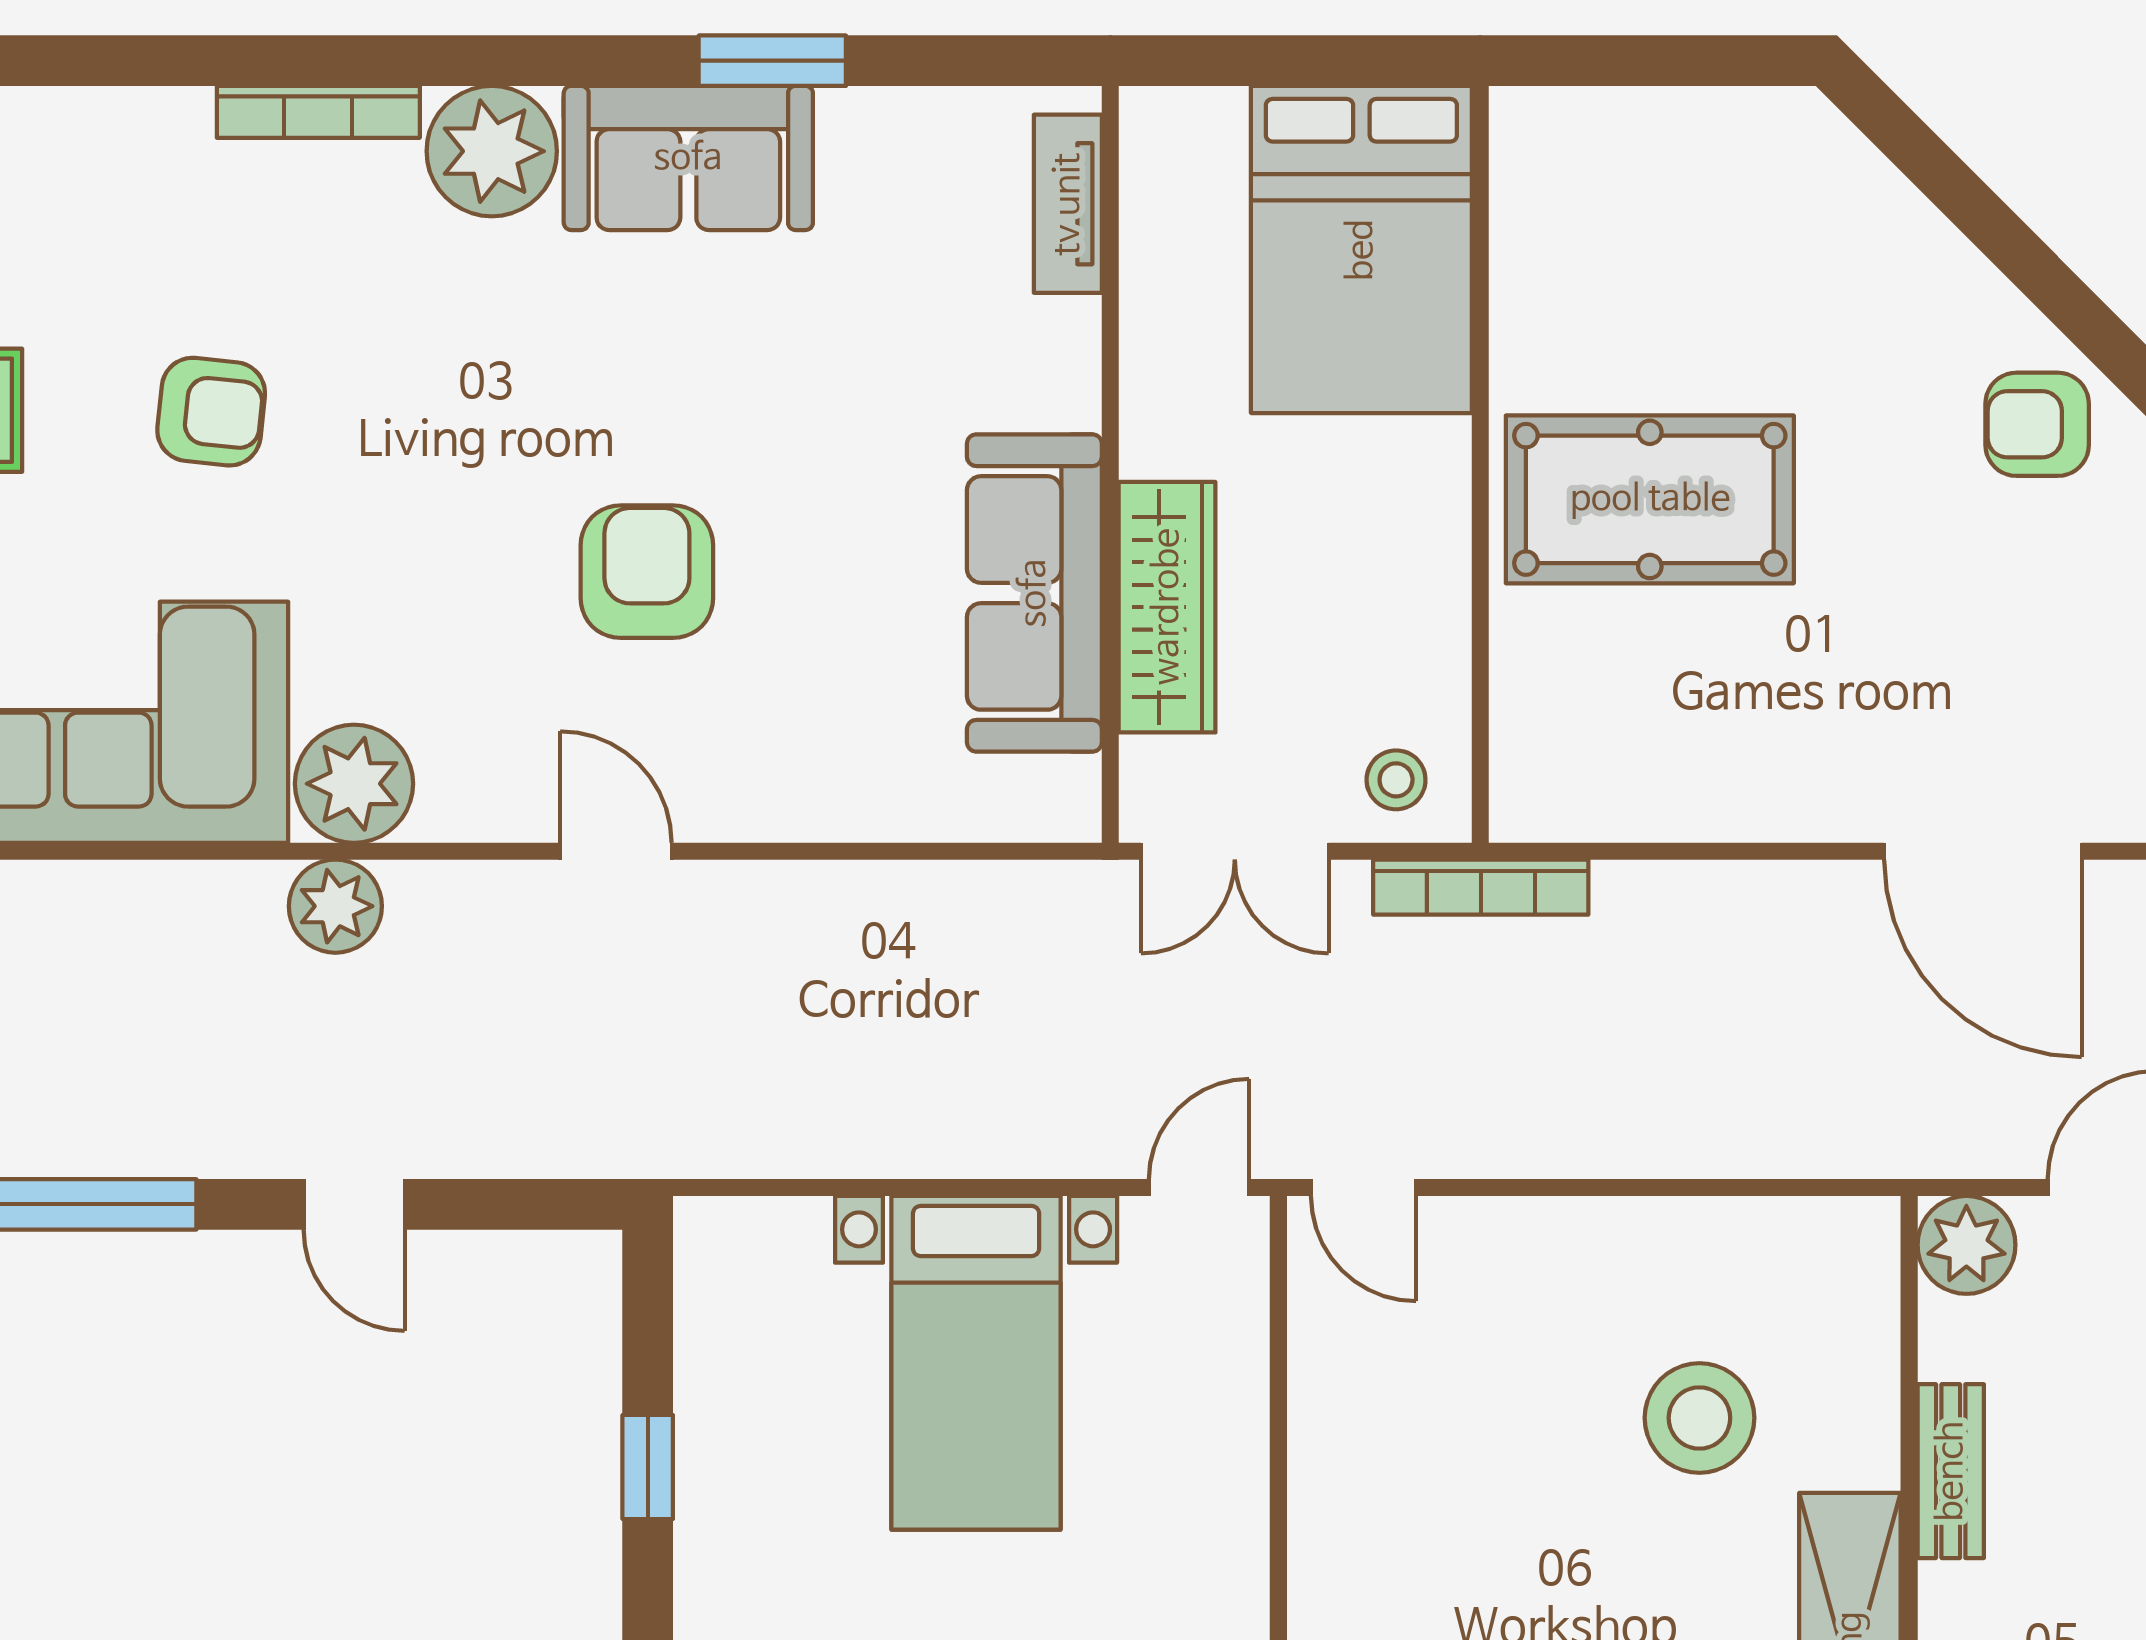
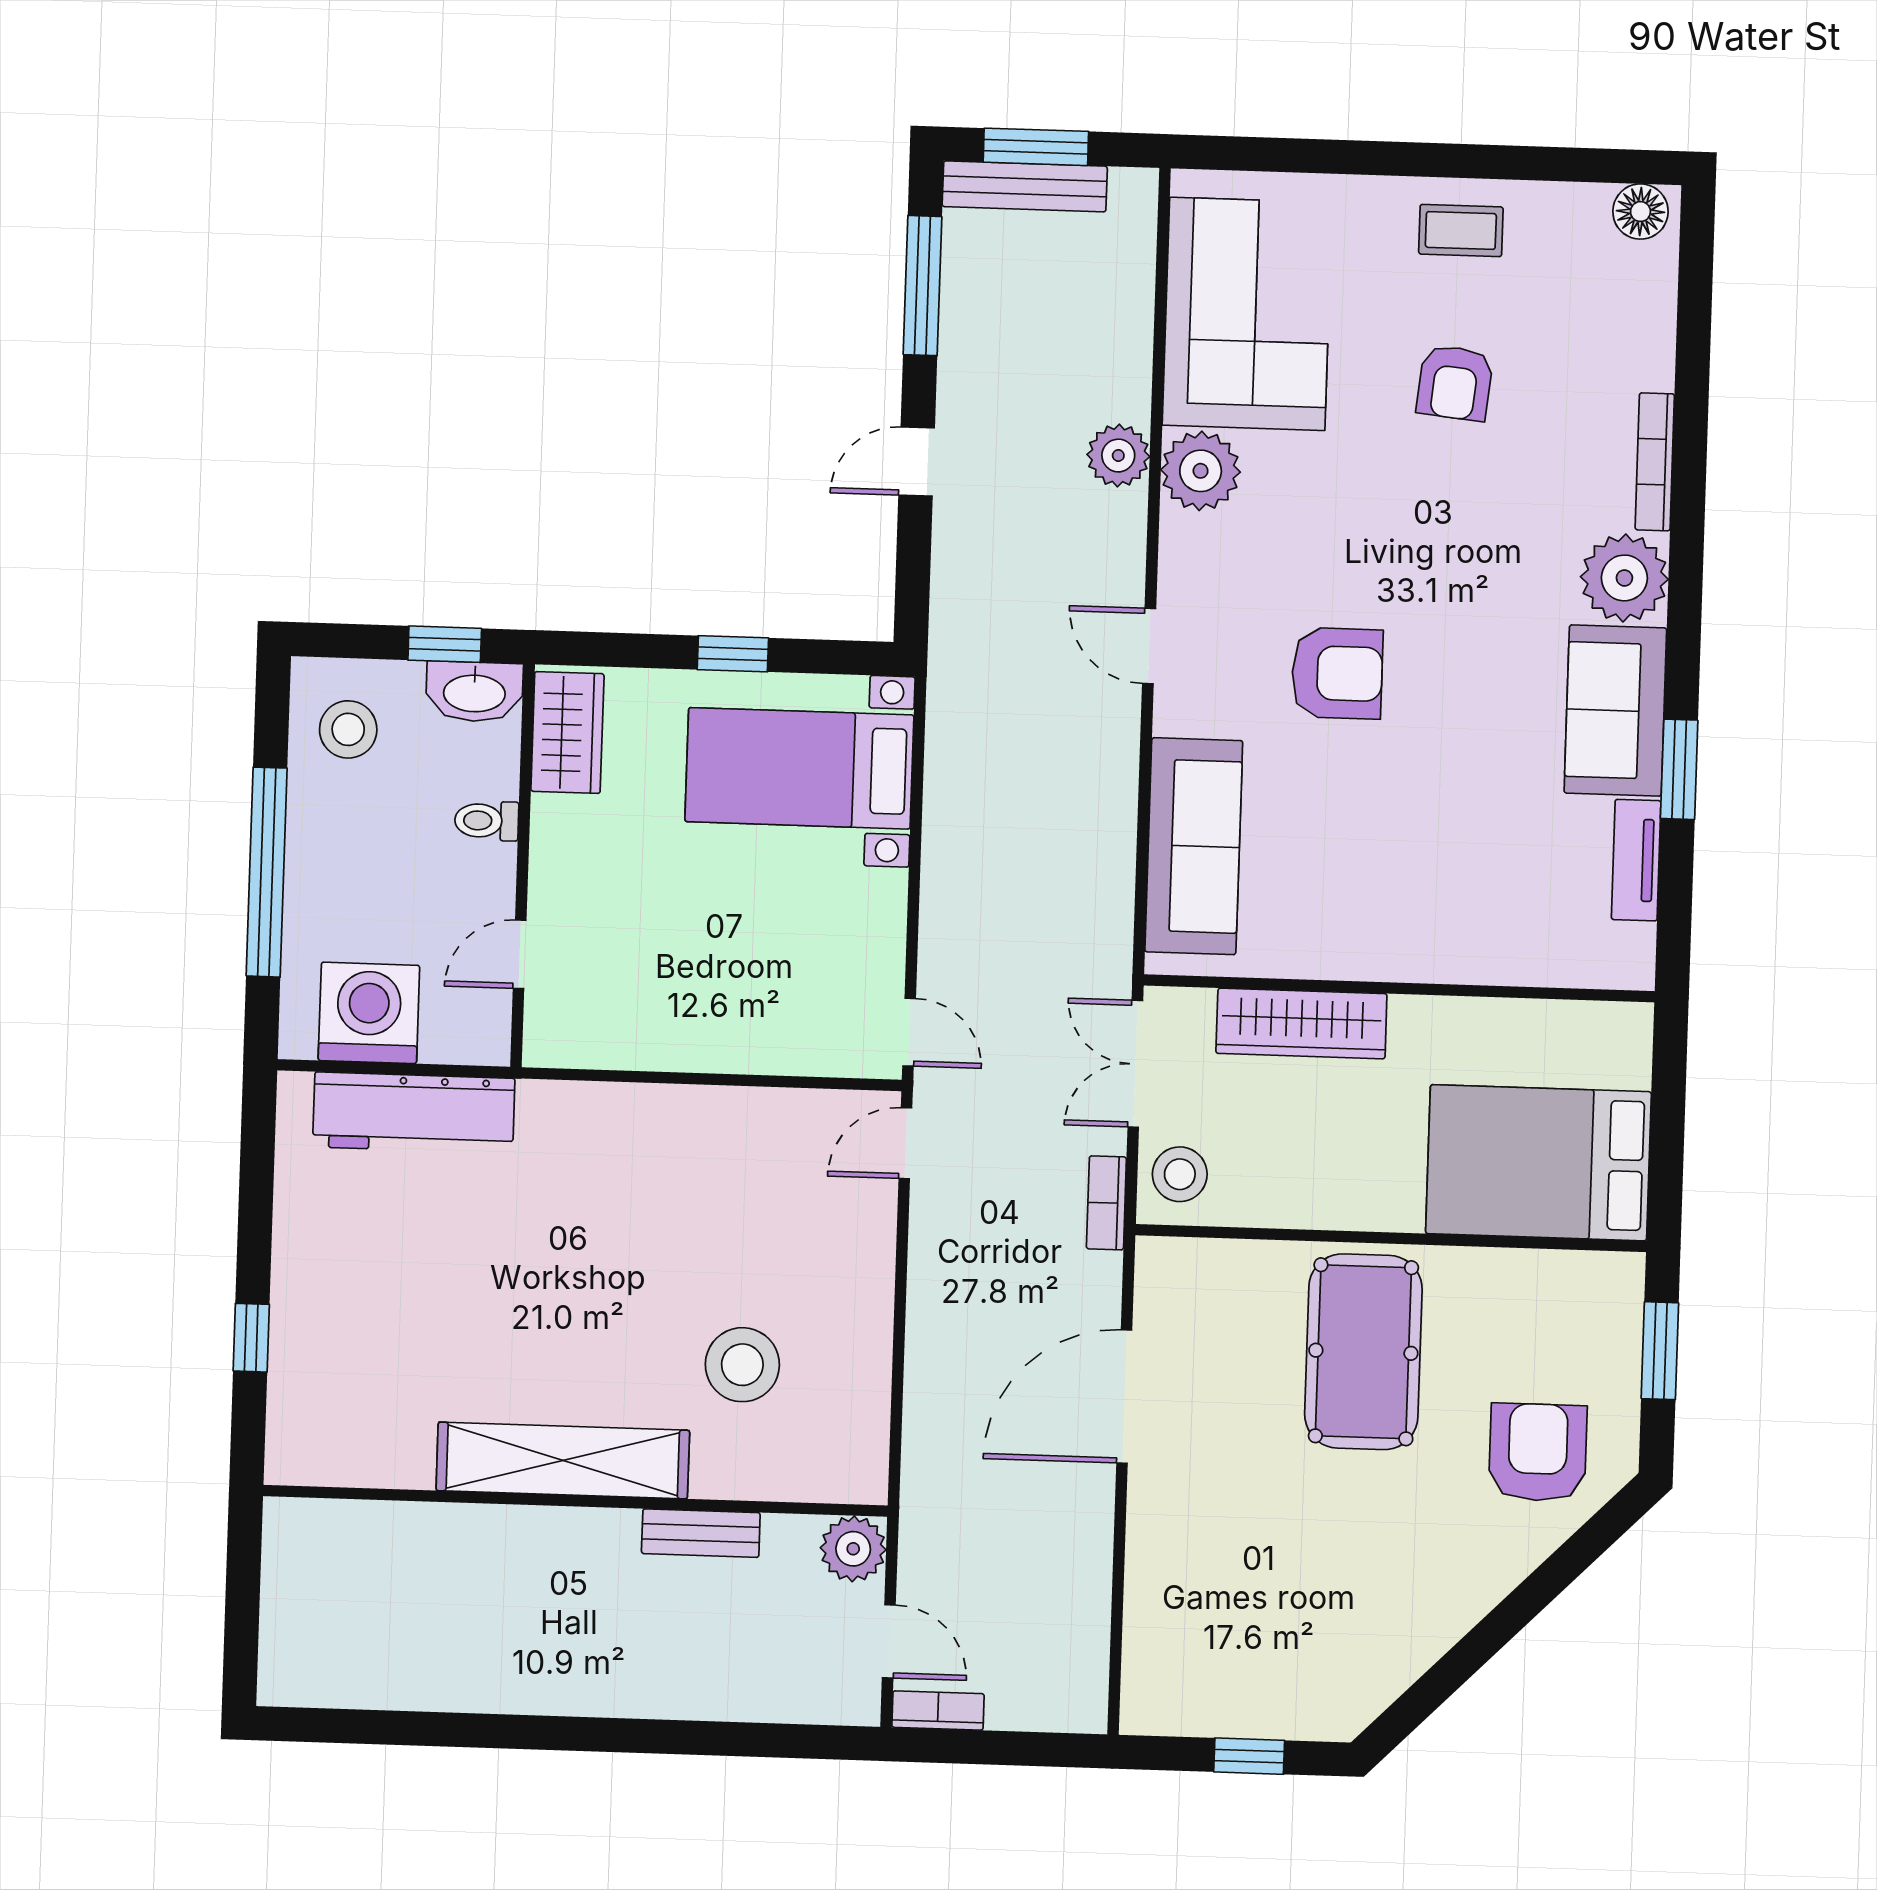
window: (1634, 61) -> (1660, 1351), added
tv unit: (1068, 204) -> (1636, 860), moved, turned -90
armchair: (2037, 424) -> (1538, 1452), moved, width x1.38, depth x1.38
sofa: (1034, 593) -> (1194, 846), moved, turned 90
stool: (1396, 780) -> (1180, 1174), width x1.37, depth x1.37
door: (616, 851) -> (1149, 646), swing flipped
door: (1983, 851) -> (1124, 1396), moved
bookcase: (1481, 887) -> (1106, 1203), width x0.64
bed with nightstands: (976, 1363) -> (799, 768), moved

